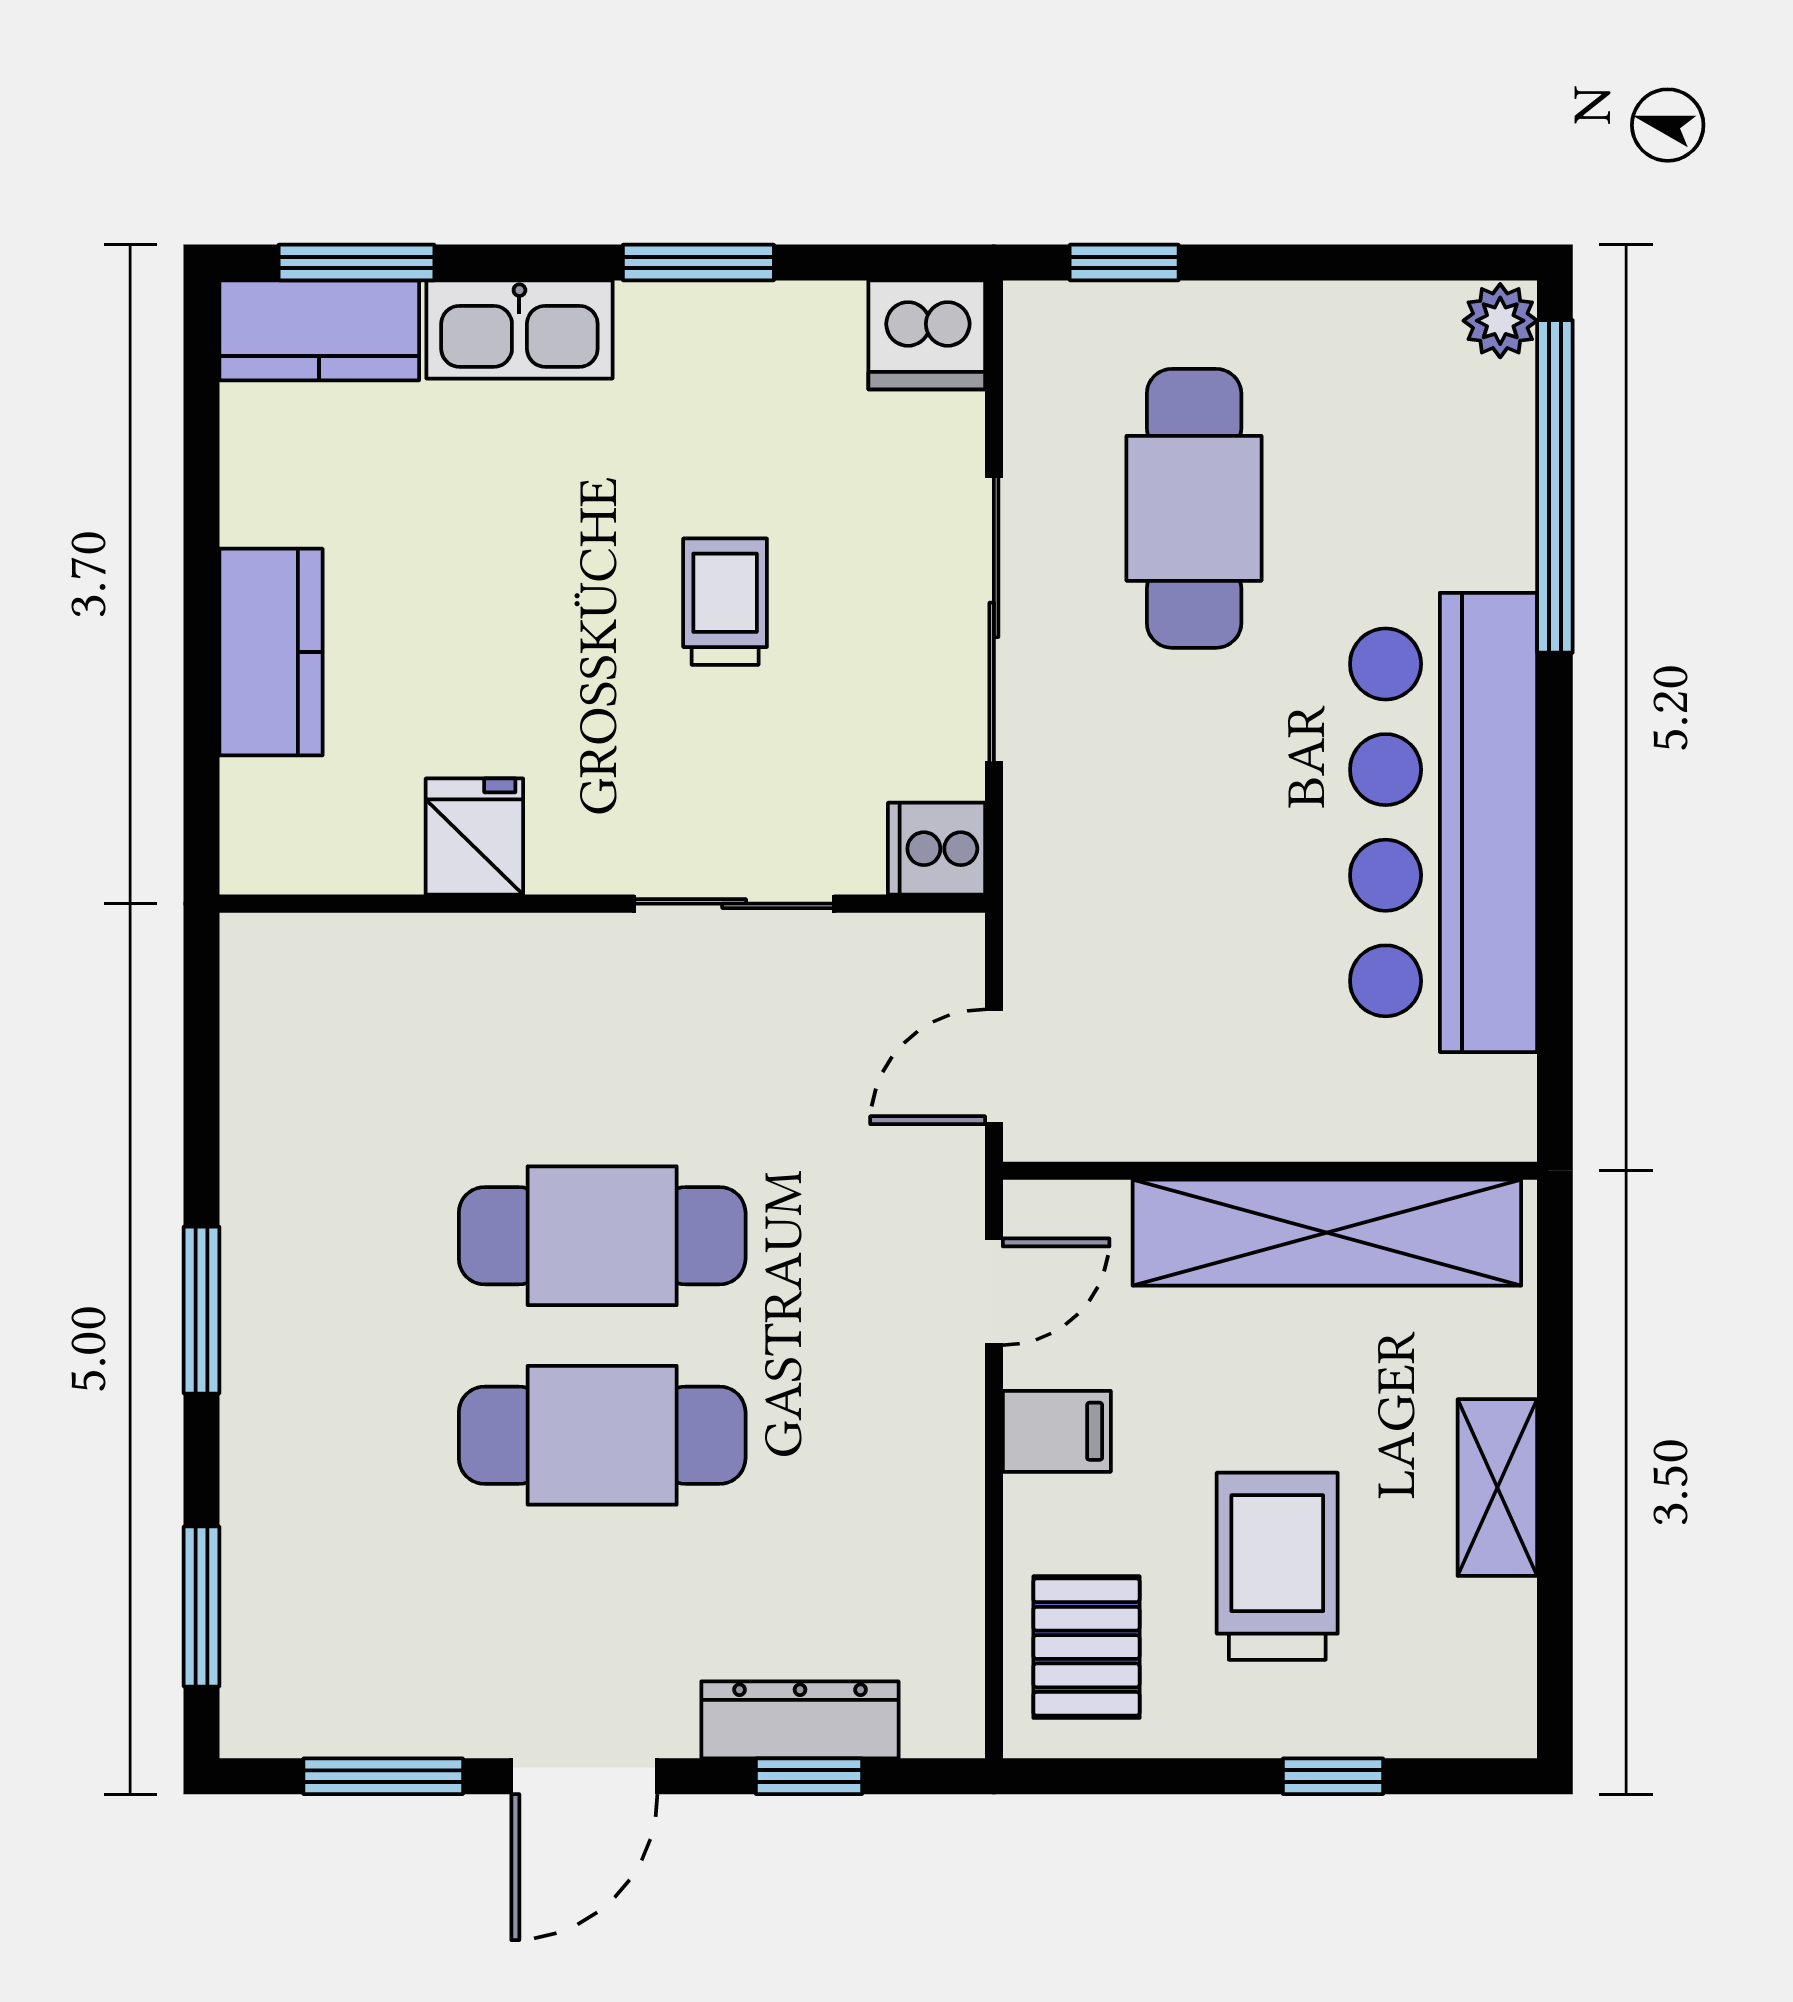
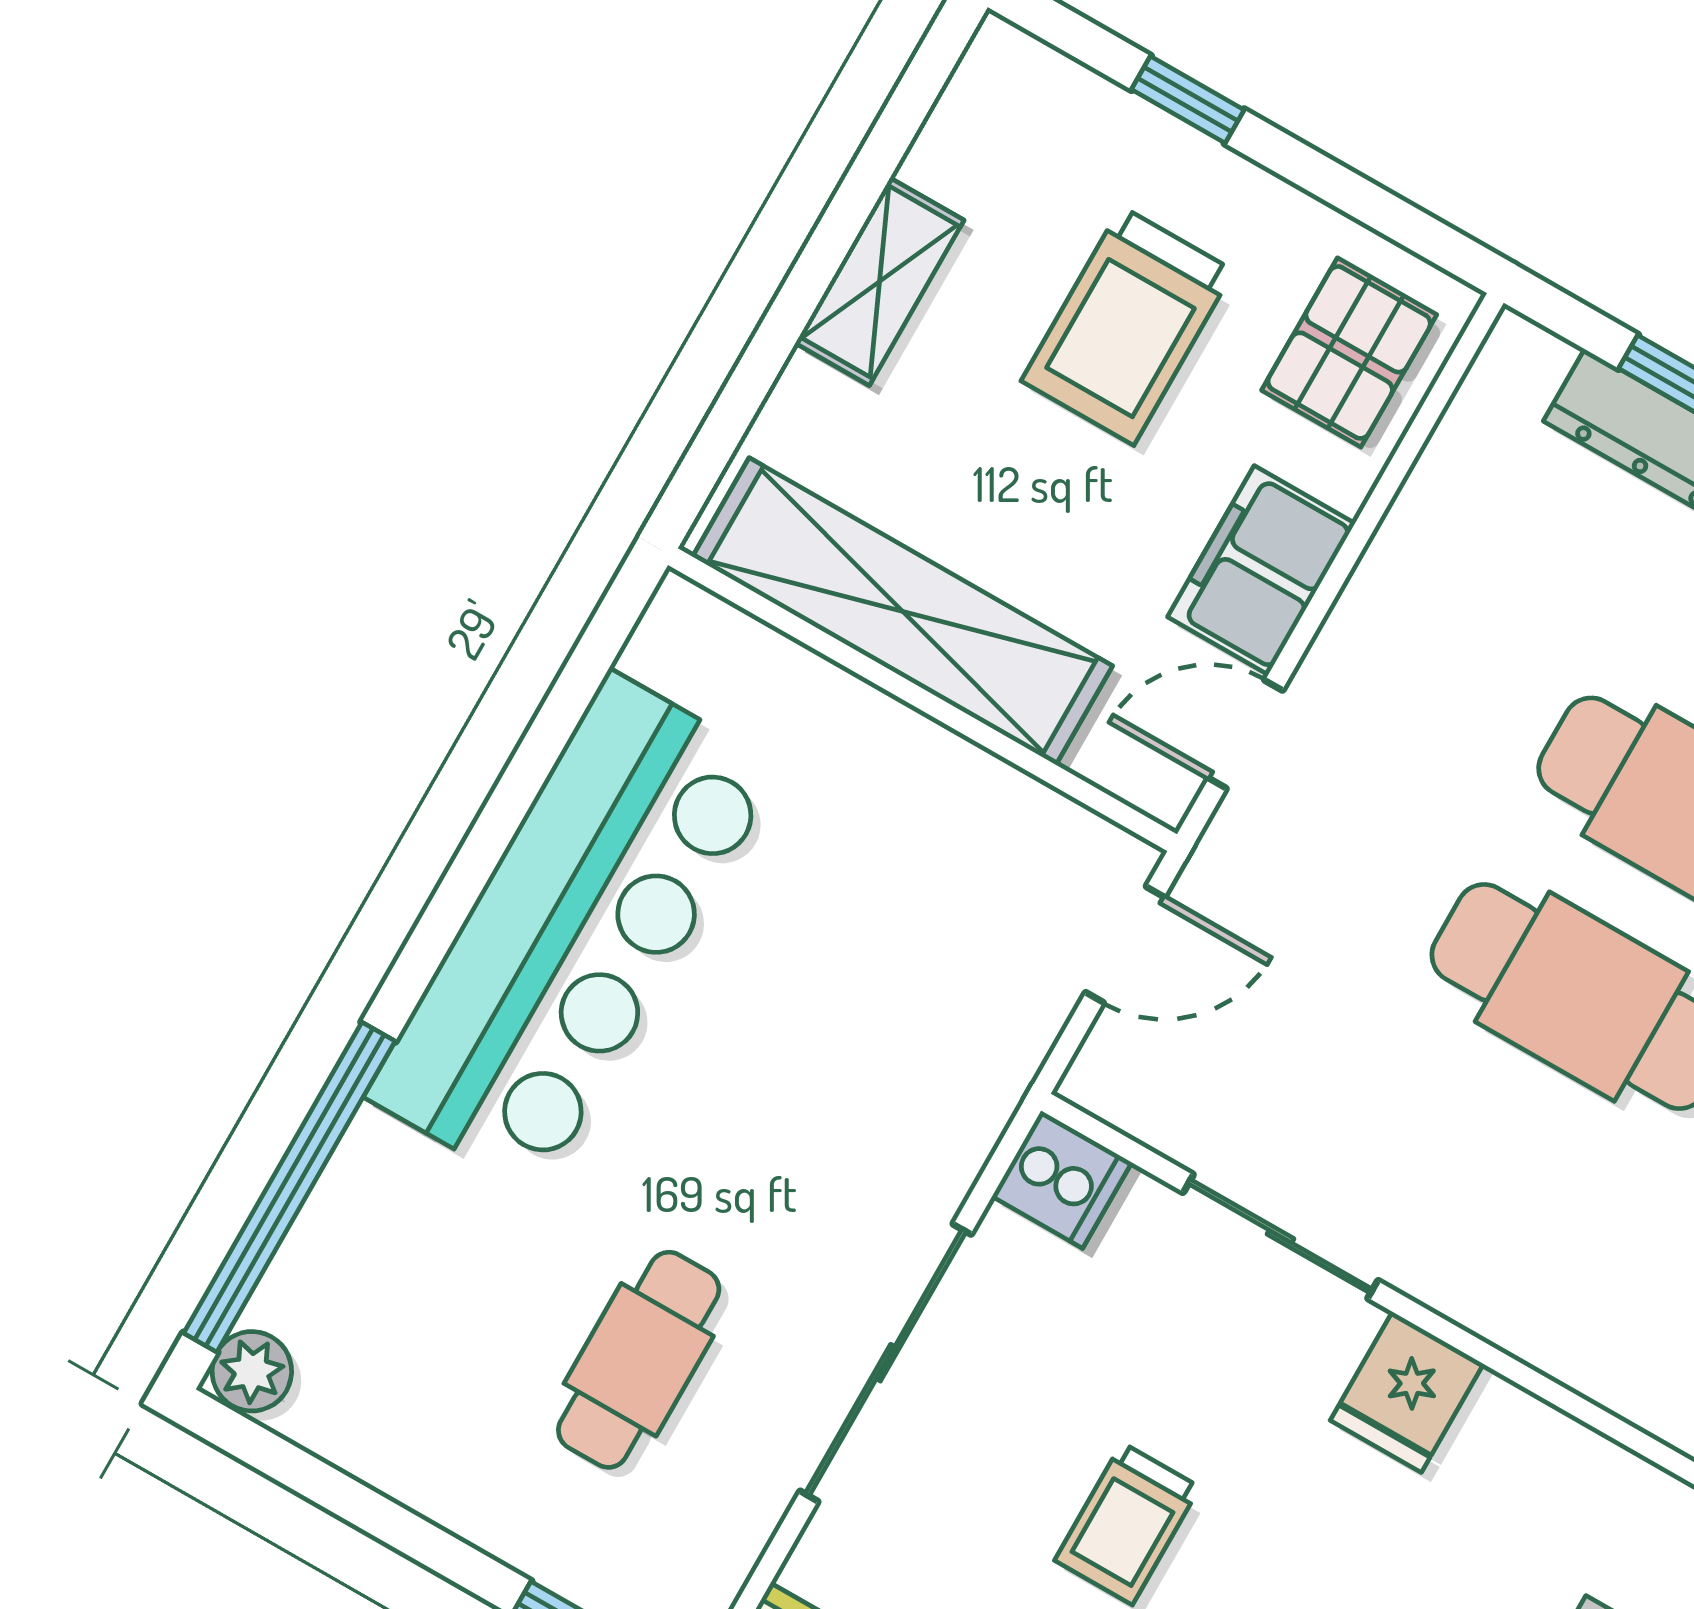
cafe table: (1194, 508) -> (639, 1360), width x0.73, depth x0.74
fridge: (474, 837) -> (1407, 1392), moved
filing cabinet: (1057, 1431) -> (1261, 570), width x2.00

